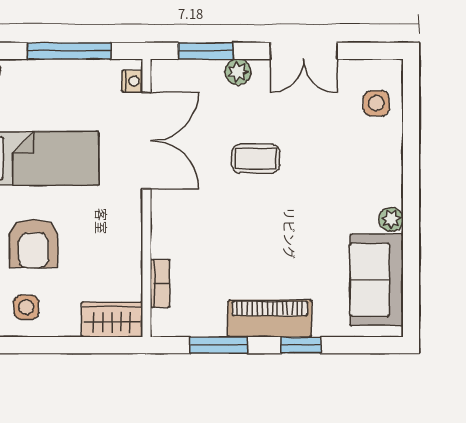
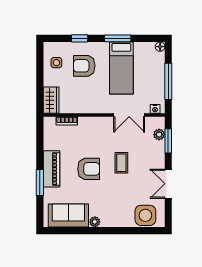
plant: (238, 72) -> (159, 135), moved
side table: (376, 103) -> (145, 215), width x1.87, depth x1.87
double door: (146, 141) -> (129, 115), width x0.73
armchair: (270, 233) -> (89, 169), added
window: (219, 345) -> (40, 147), removed
window: (301, 345) -> (40, 182), width x1.50

